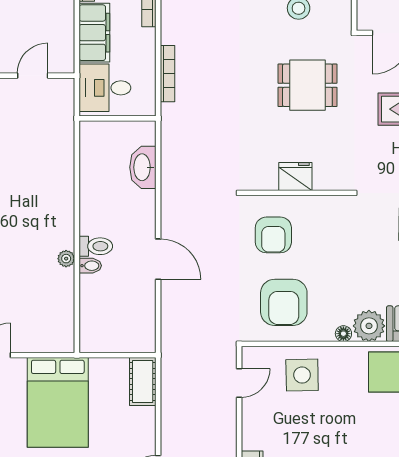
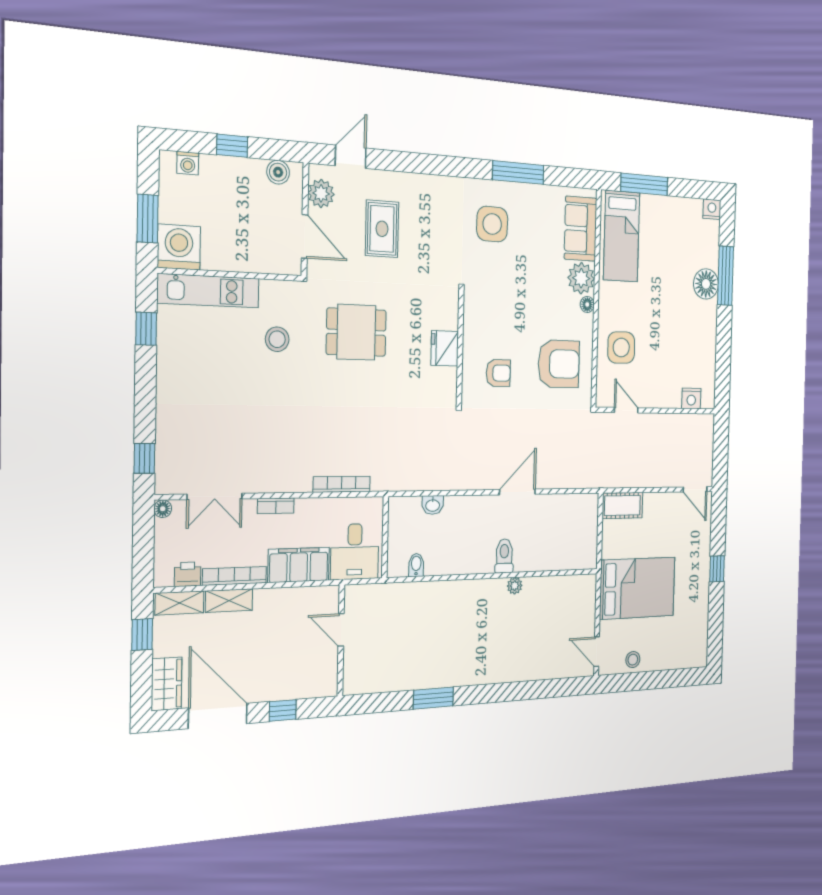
dining table: (307, 85) -> (356, 332), turned 90
washbasin: (143, 167) -> (433, 505), width x0.52, depth x0.69
armchair: (273, 235) -> (498, 373), width x0.72, depth x0.72
bidet: (90, 266) -> (416, 565), moved

